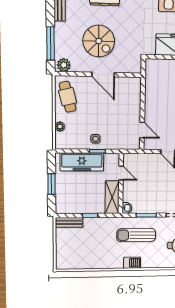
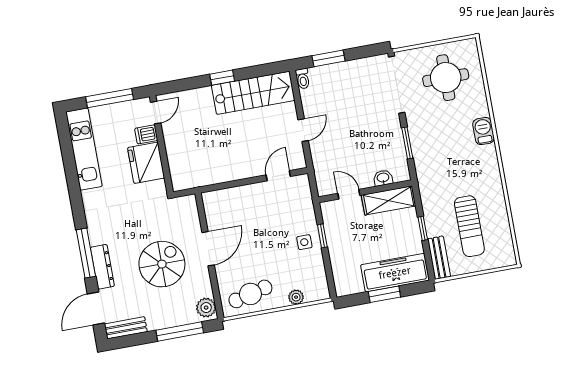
freezer: (82, 162) -> (395, 273), moved, turned -90
door: (121, 173) -> (349, 194), hinge flipped
washbasin: (127, 208) -> (383, 178), moved
sun lounger: (136, 235) -> (469, 226), moved
barbecue: (132, 263) -> (483, 131), moved

